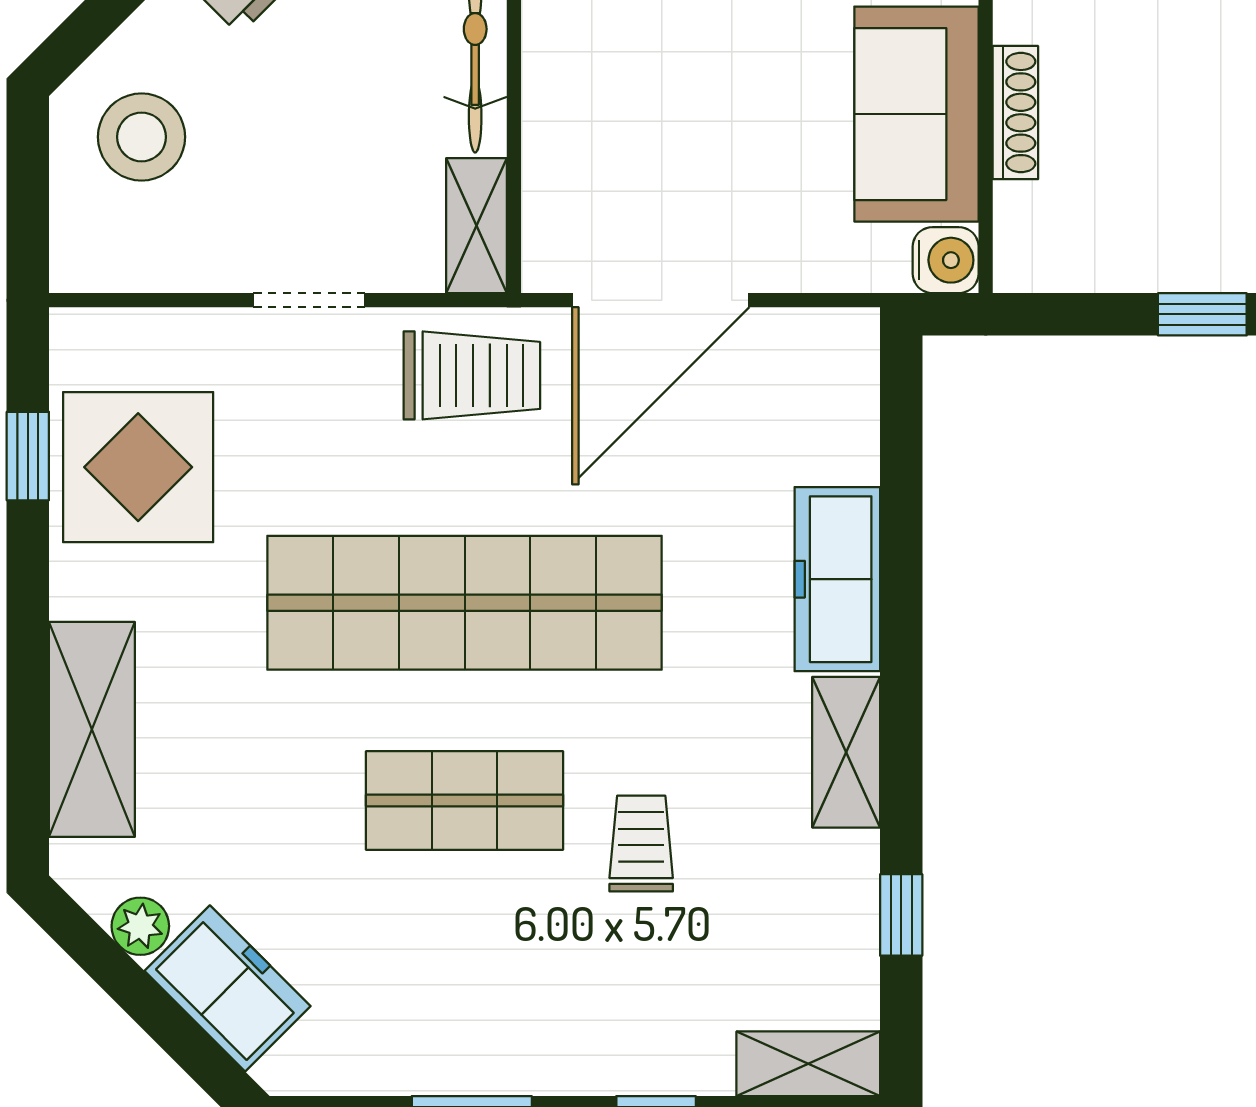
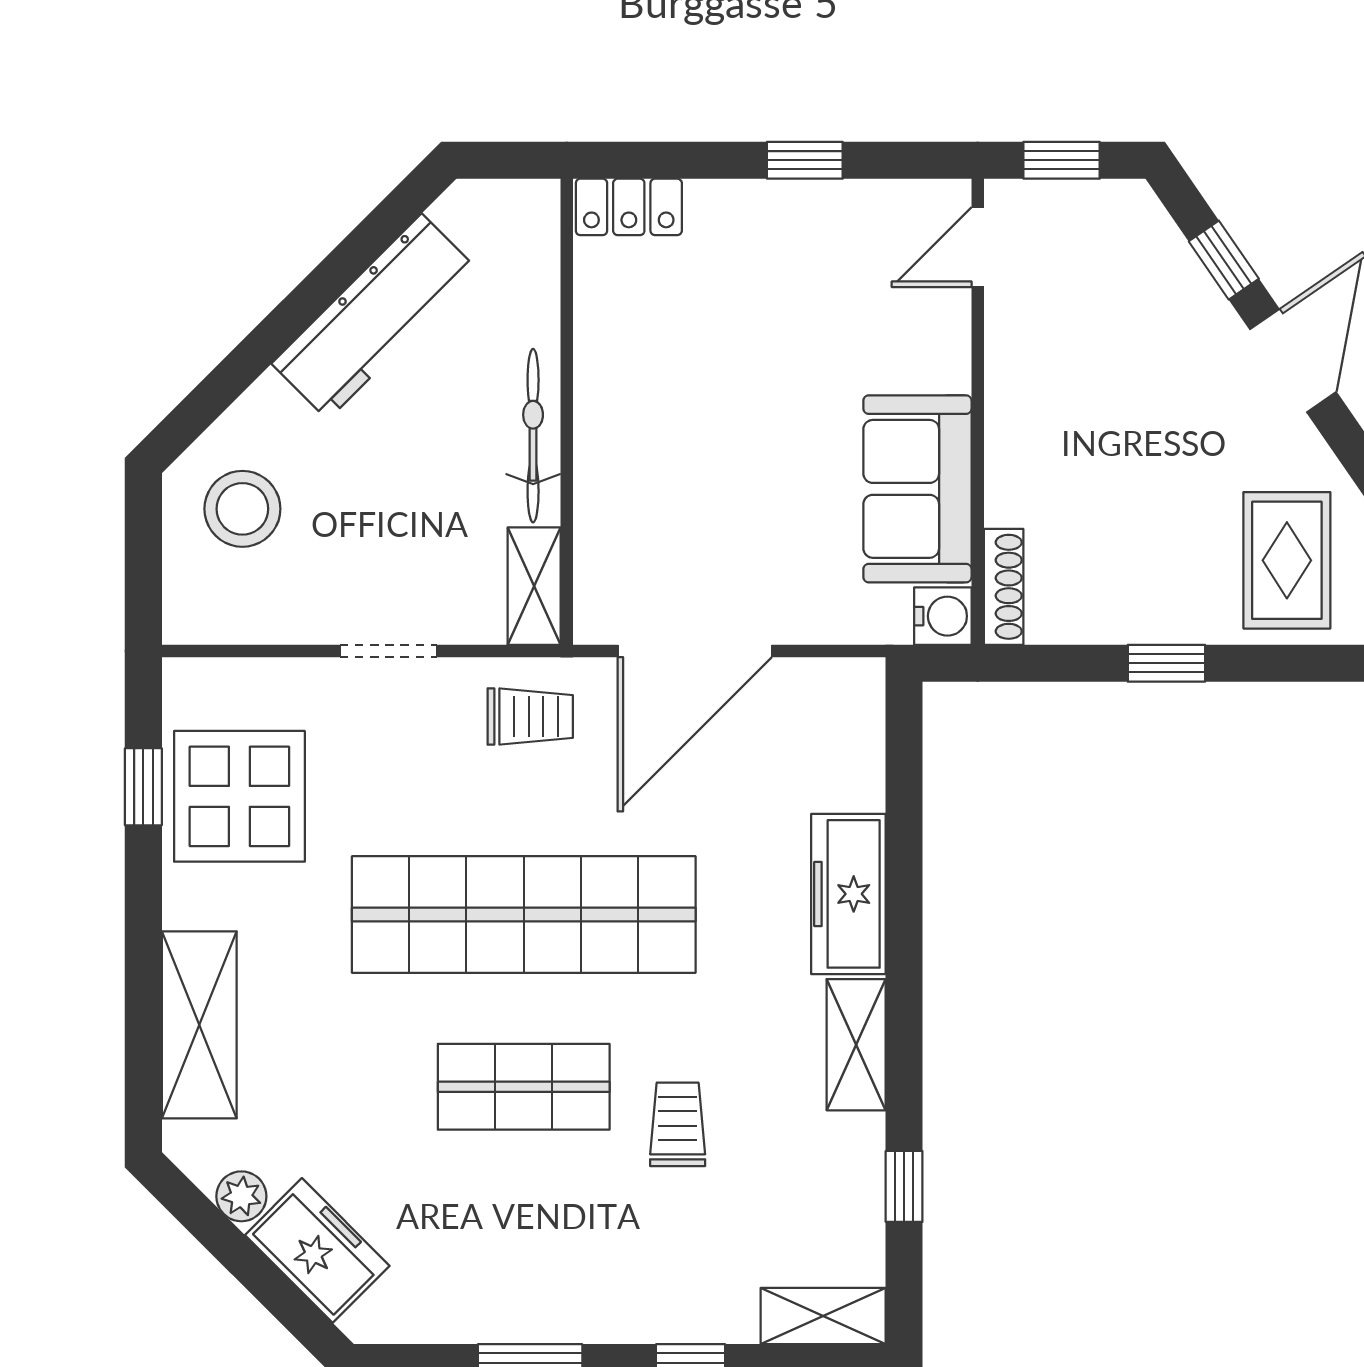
shoe rack: (1015, 113) -> (1004, 587), moved
trolley: (472, 375) -> (530, 716), width x0.73, depth x0.72

